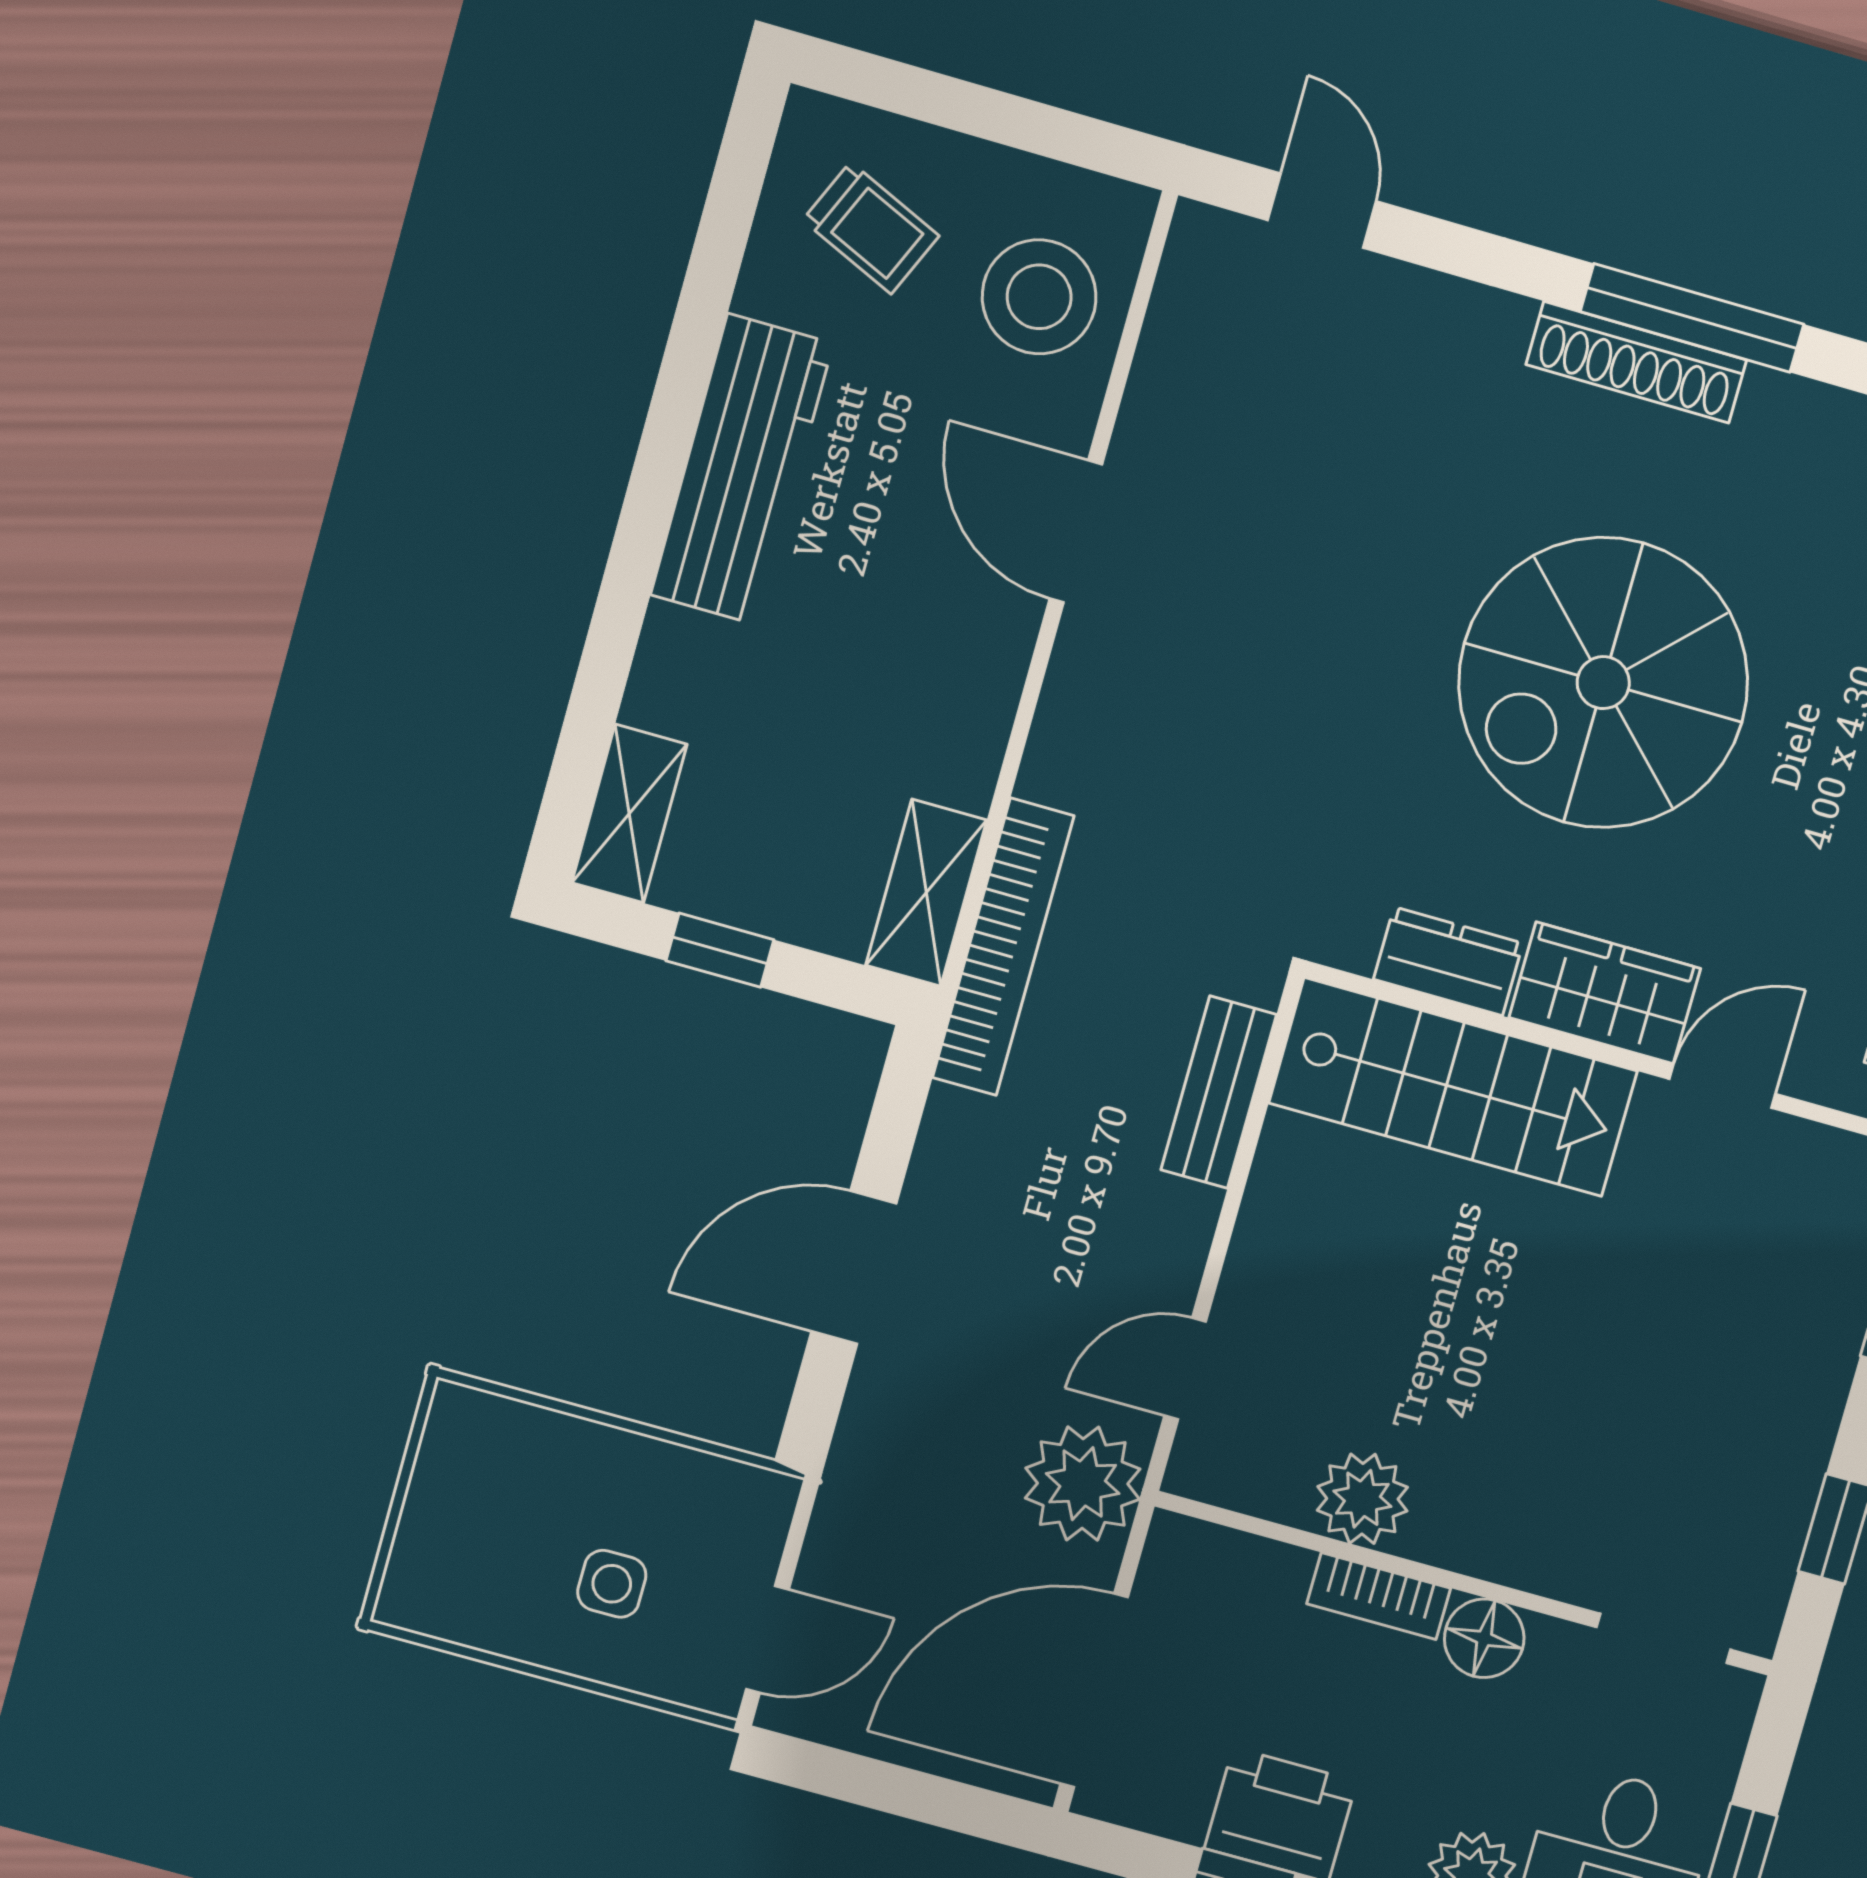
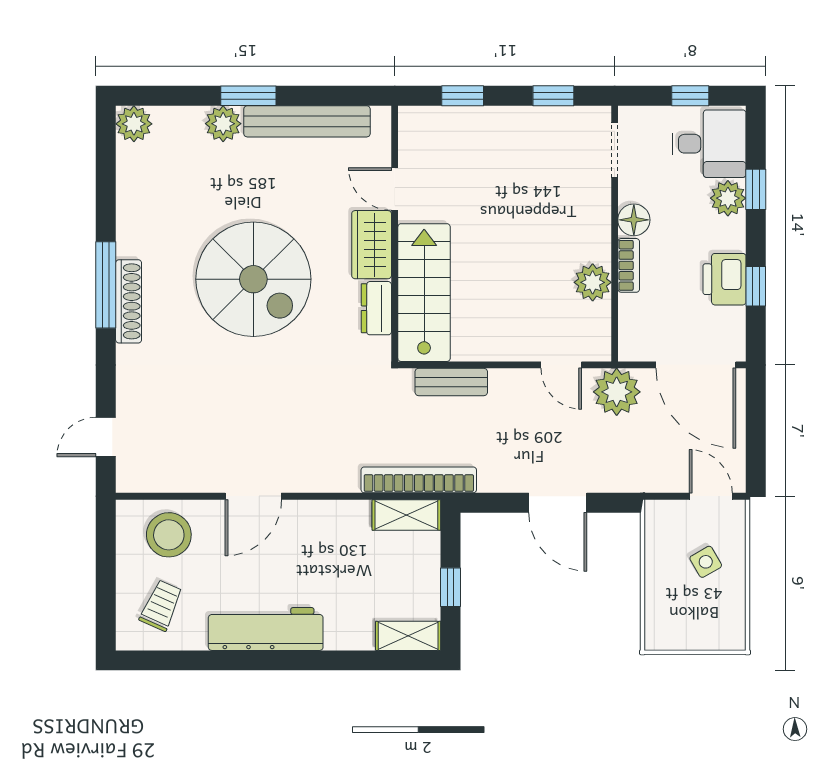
side table: (612, 1584) -> (706, 562), turned -30

